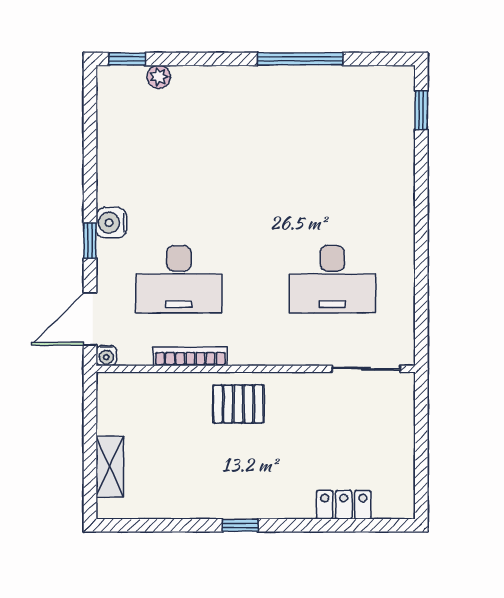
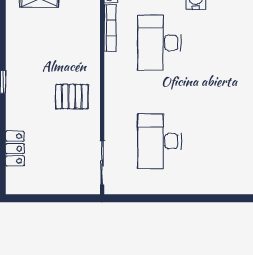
bookcase: (190, 356) -> (110, 28), moved
pallet: (238, 404) -> (72, 97), moved, turned 90

